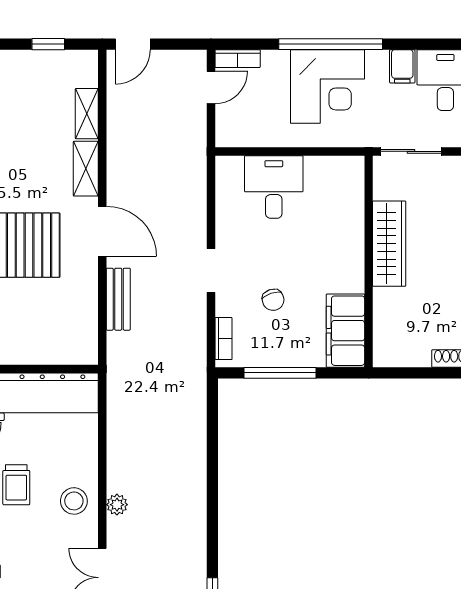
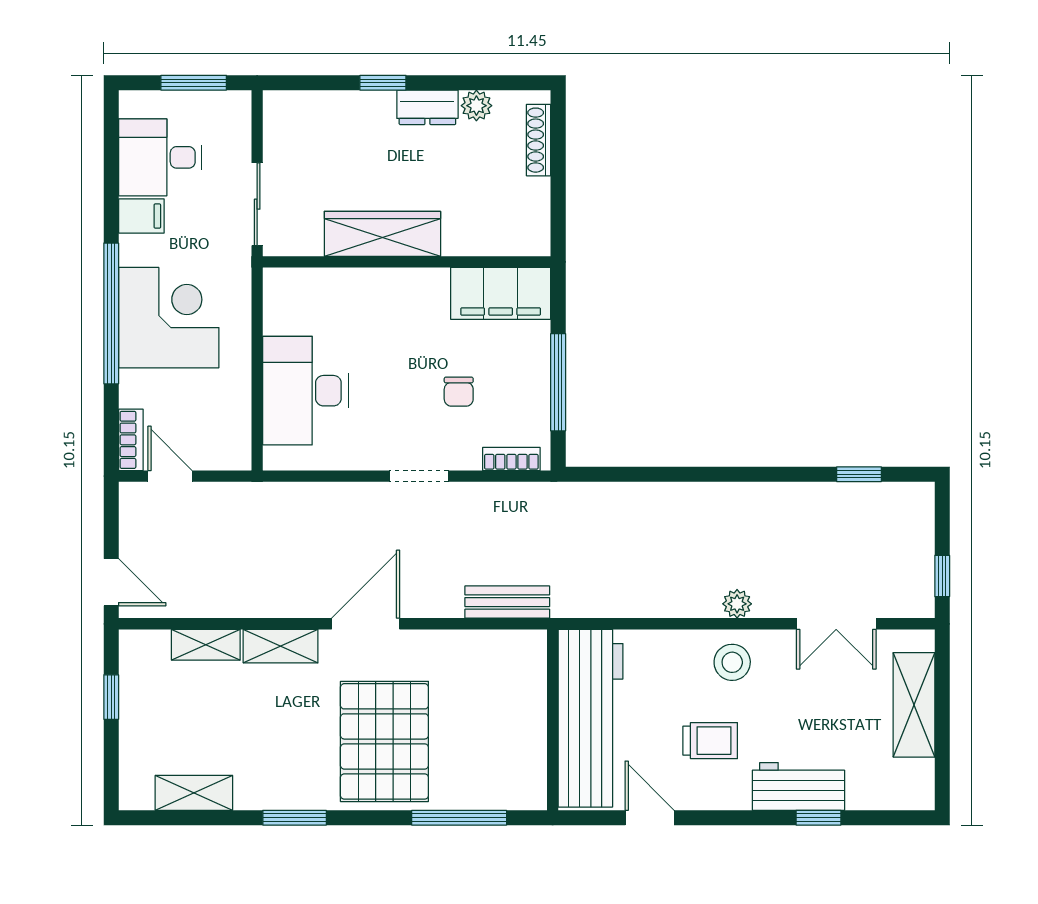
desk: (274, 187) -> (305, 391), width x1.37
bench: (118, 299) -> (507, 602), moved
chair: (273, 300) -> (459, 392), turned 109

